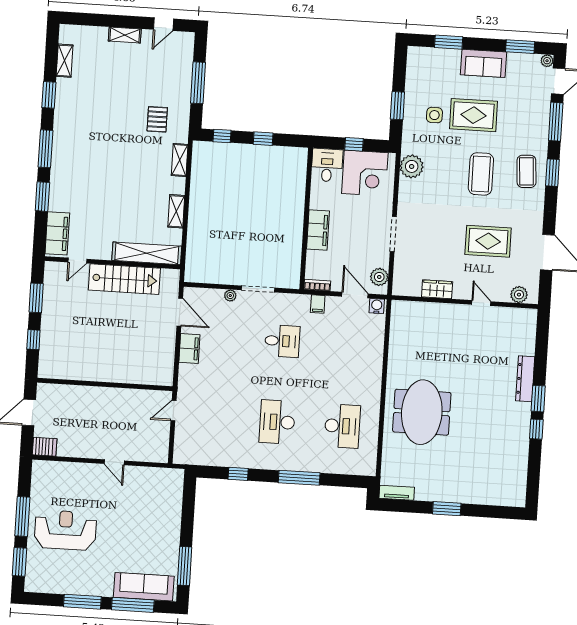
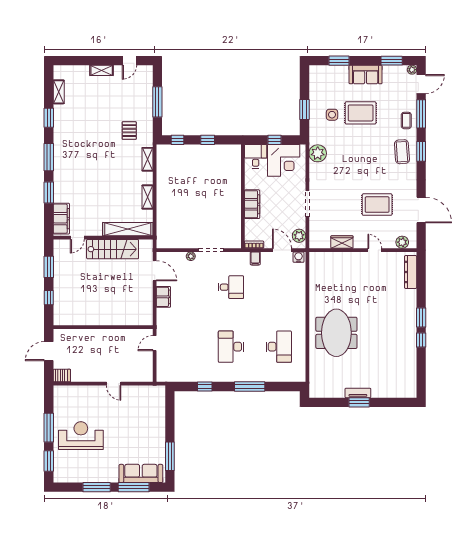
coffee table: (481, 174) -> (406, 120), moved, width x0.54, depth x0.58
dresser: (525, 379) -> (411, 272), moved
tv unit: (397, 493) -> (358, 393), moved

